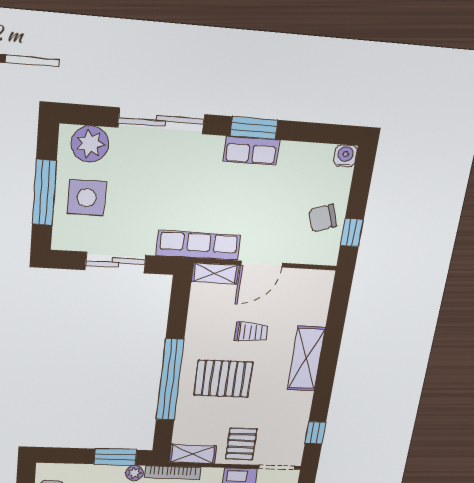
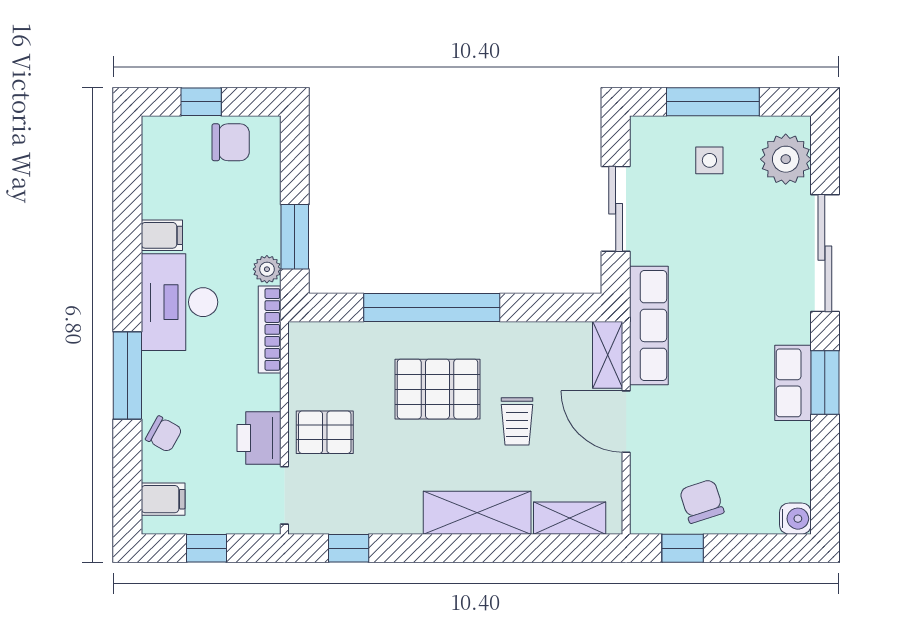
side table: (87, 198) -> (709, 160), width x0.54, depth x0.54
pallet: (223, 379) -> (437, 389), turned 90
shelving: (193, 454) -> (570, 518), moved, turned 90

